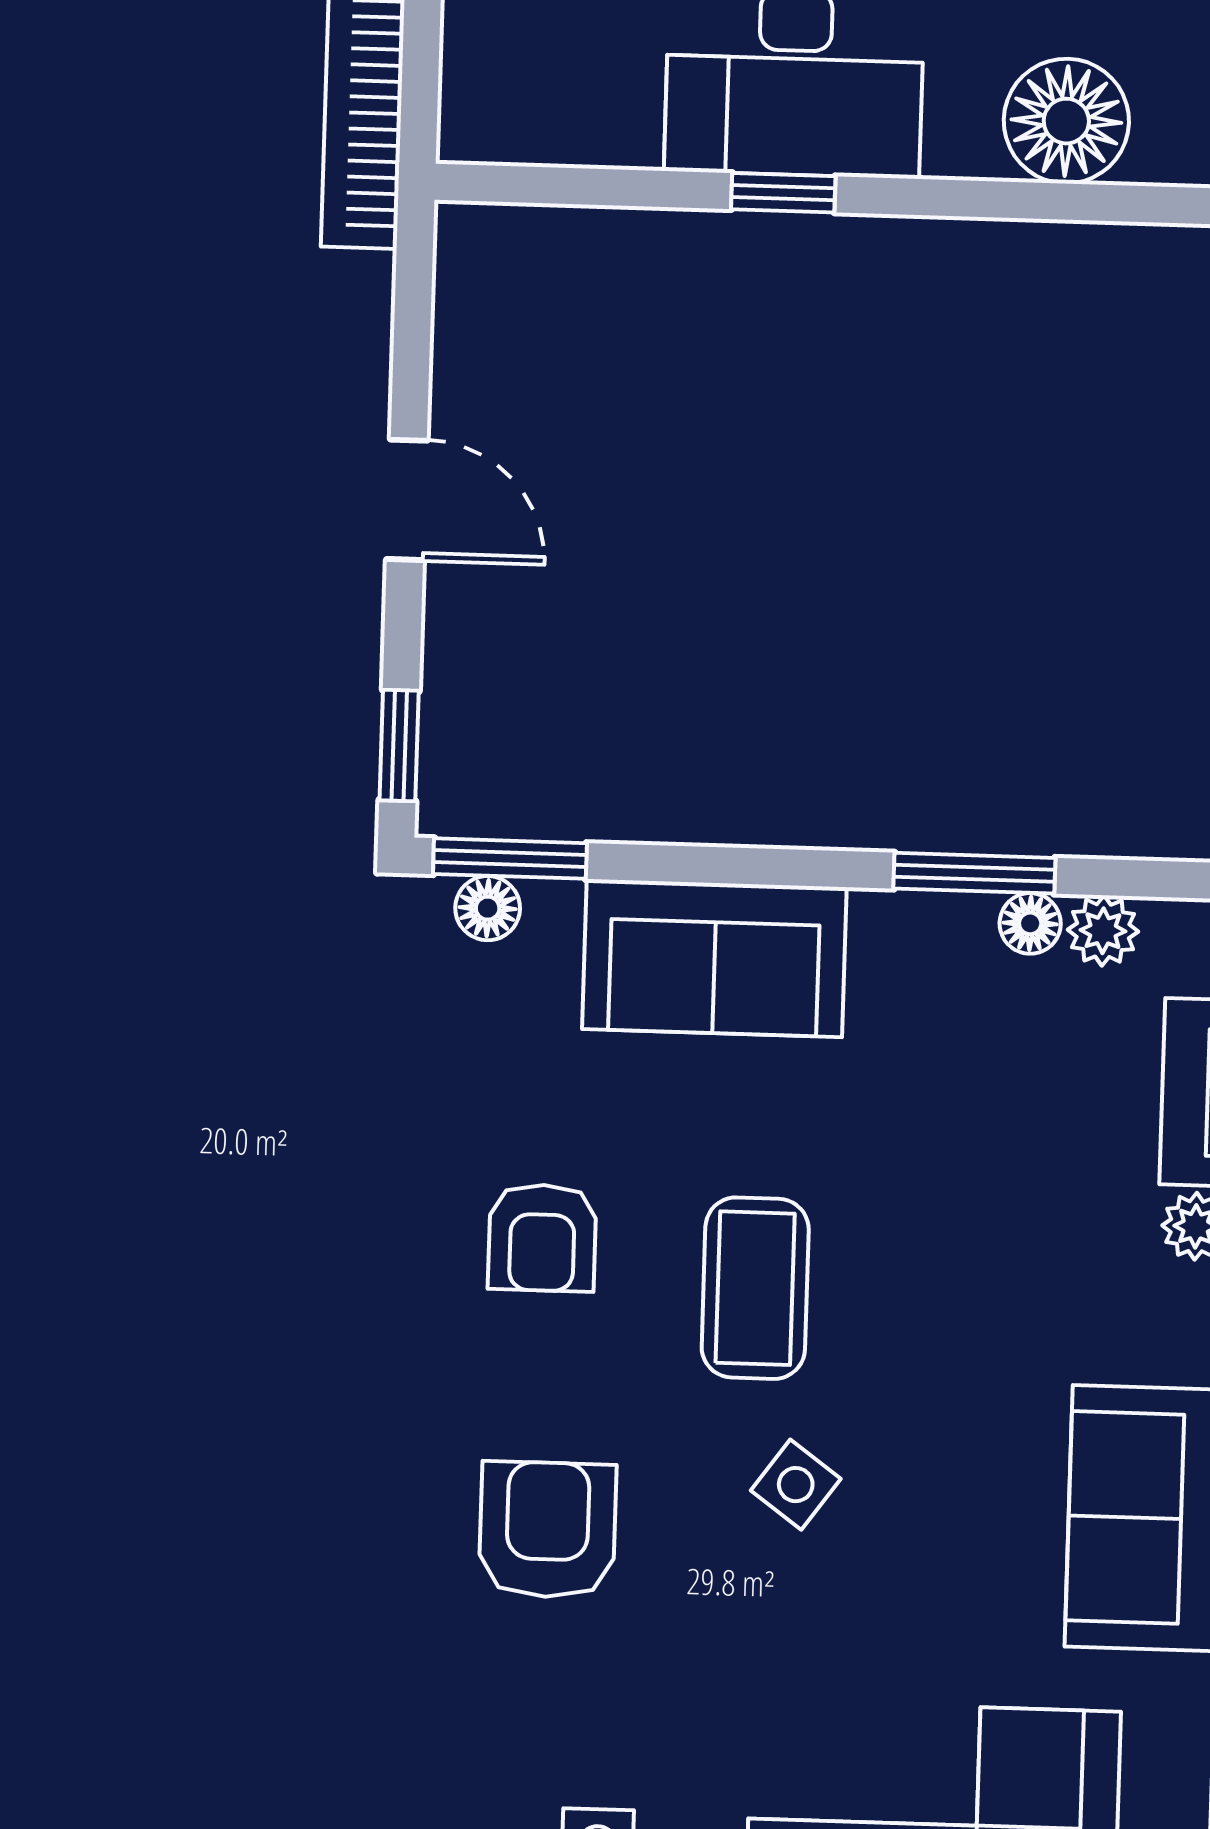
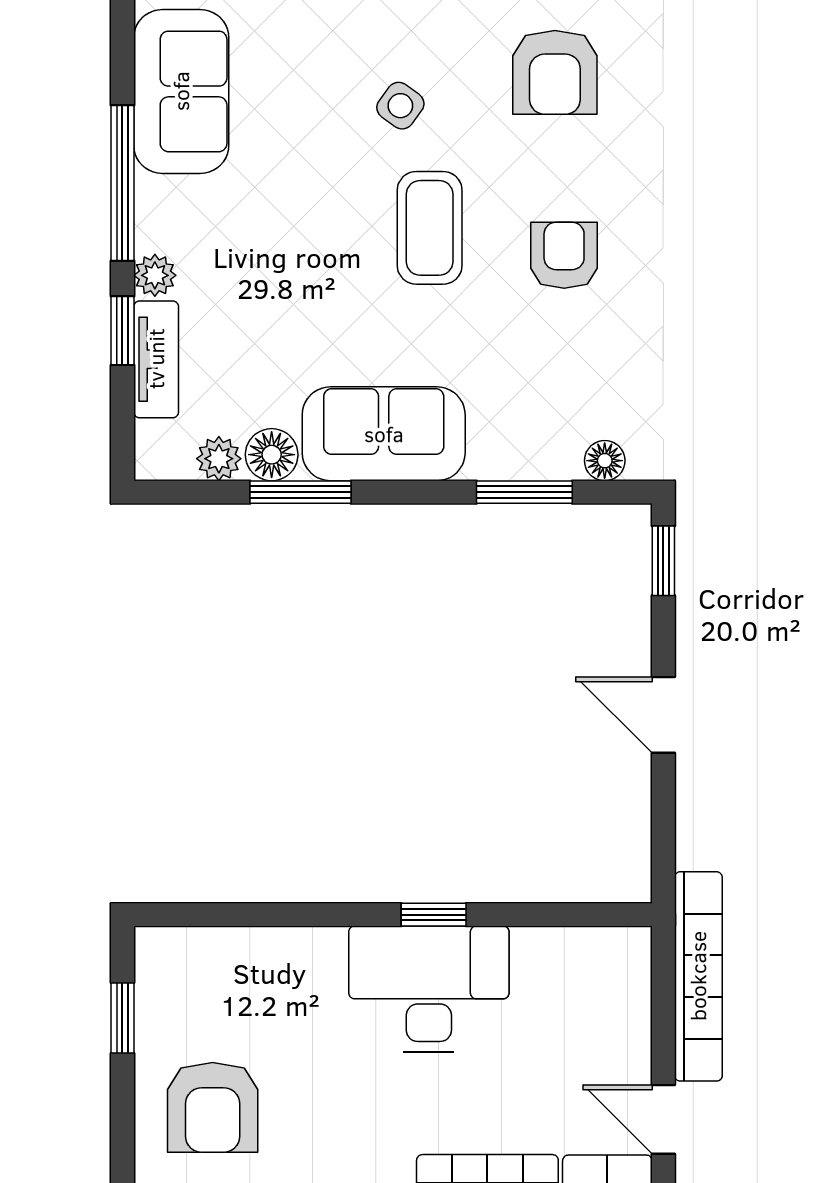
floor lamp: (1066, 121) -> (258, 965), removed
window: (510, 859) -> (524, 492), moved
floor lamp: (1030, 923) -> (272, 455), width x1.37, depth x1.37
sofa: (714, 958) -> (384, 434), moved

